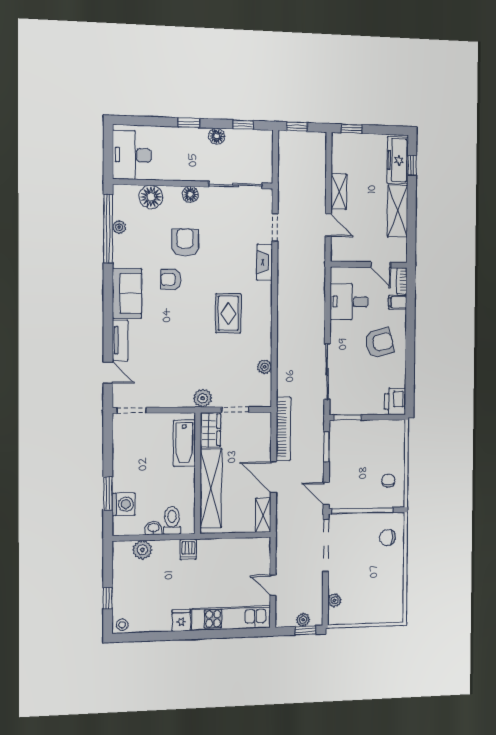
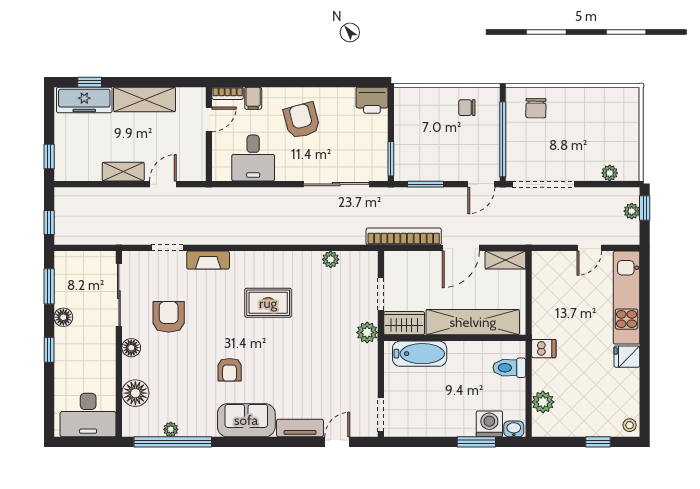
window: (243, 125) -> (49, 286), width x1.50
armchair: (185, 242) -> (169, 317), moved, turned 90
washbasin: (154, 528) -> (514, 429), moved, turned 90

